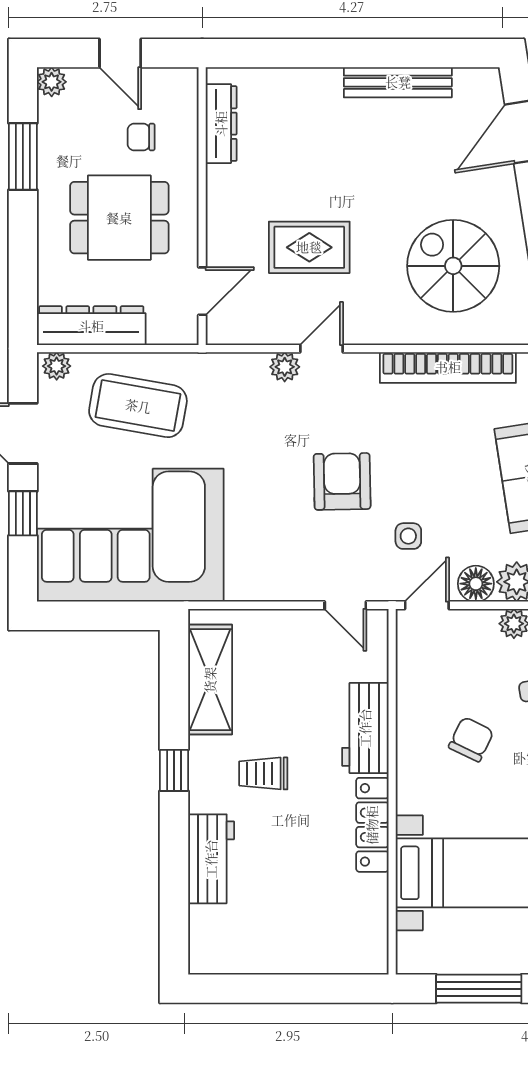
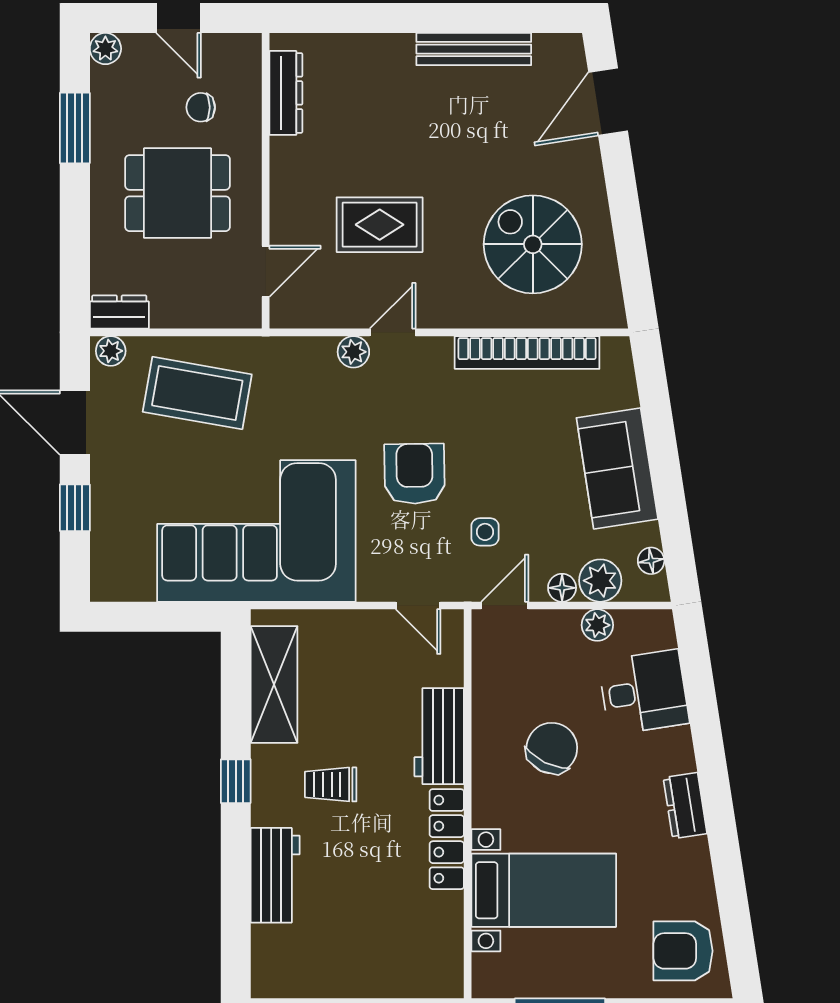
dresser: (91, 326) -> (119, 312), width x0.51, depth x0.80
corner sofa: (130, 535) -> (256, 531), moved
floor lamp: (476, 584) -> (562, 588), width x0.73, depth x0.73
chair: (471, 739) -> (552, 748), width x1.37, depth x1.37

